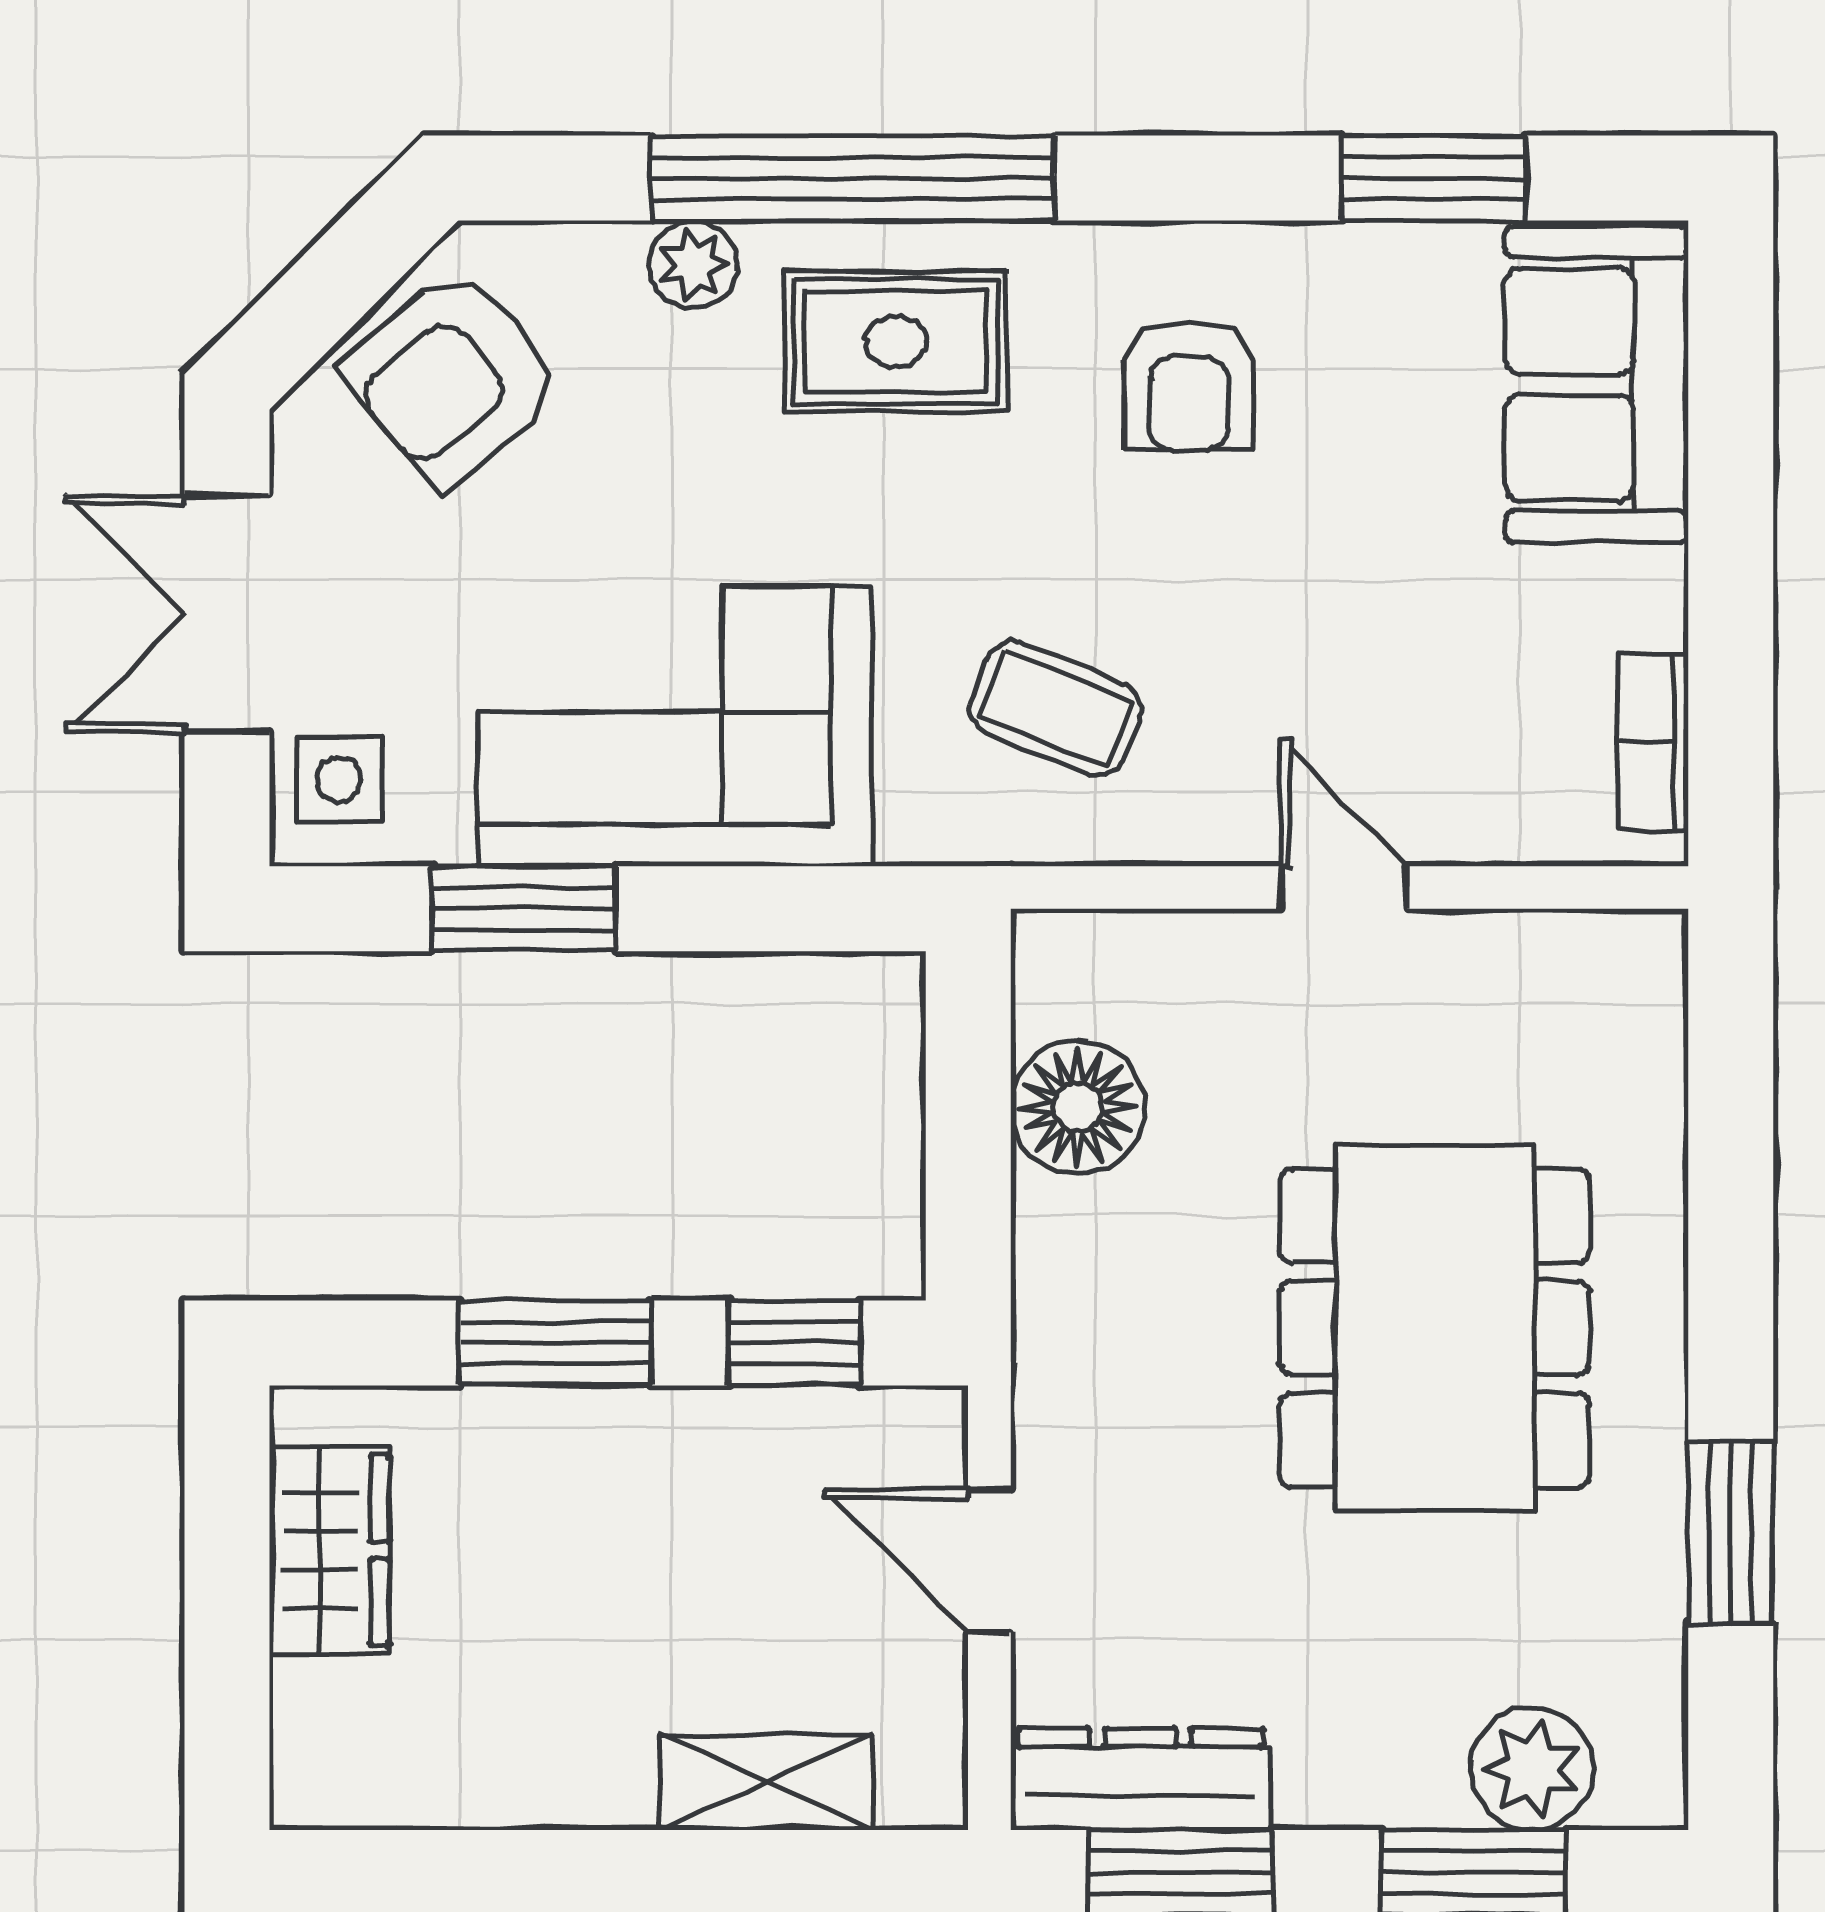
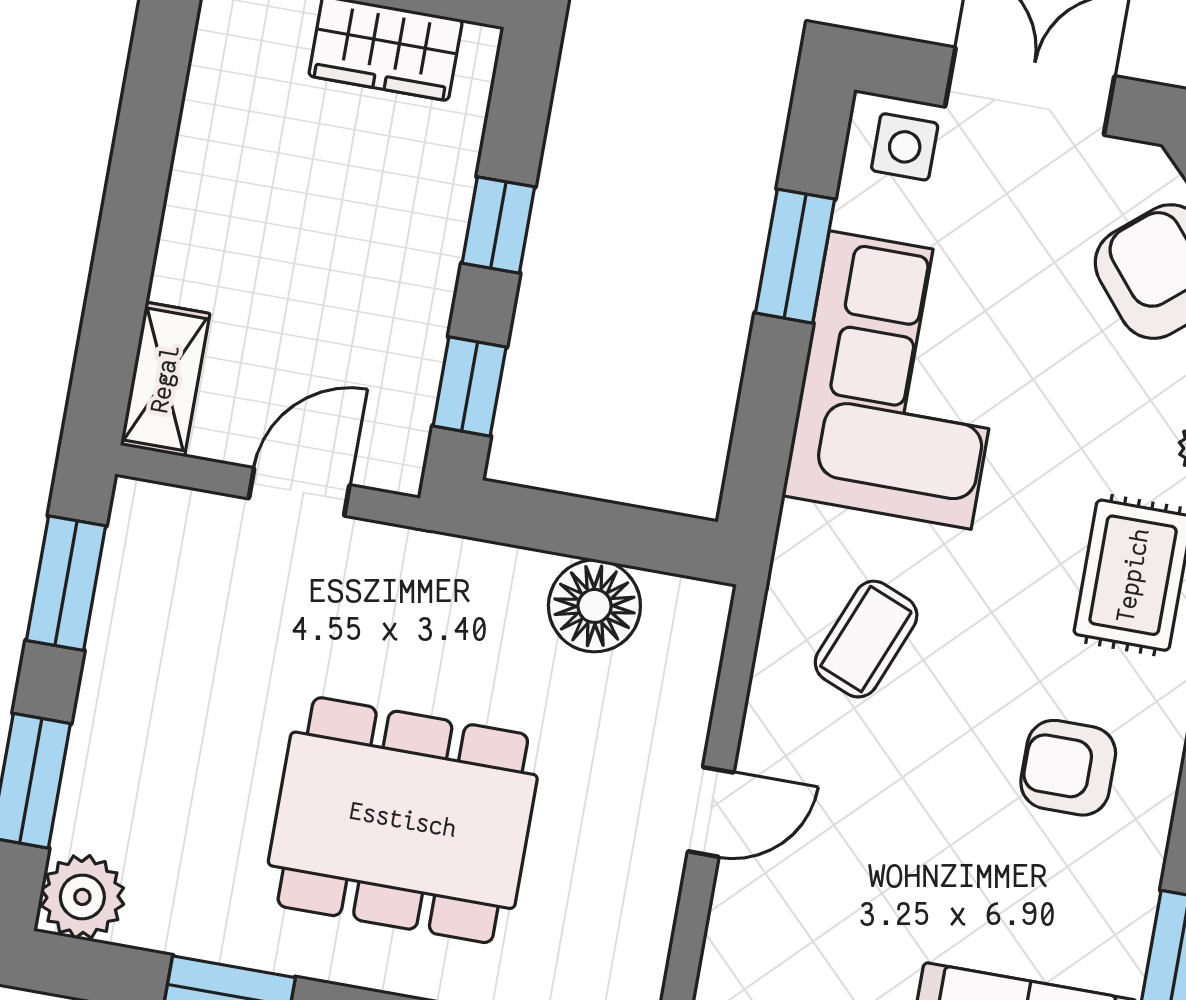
window: (555, 1343) -> (498, 225), width x0.67
plant: (1532, 1769) -> (82, 897), moved
dresser: (1140, 1779) -> (134, 567), removed
shelving: (766, 1782) -> (165, 379), moved

